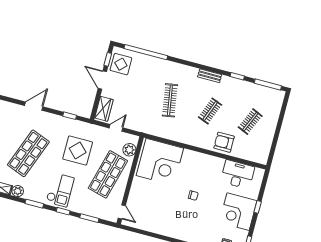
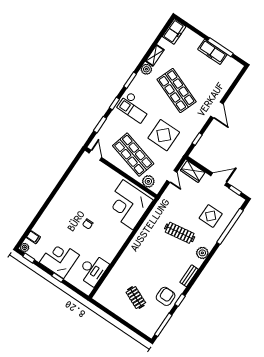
display table: (121, 64) -> (211, 216), moved
plant: (182, 71) -> (202, 253), added
clothes rail: (210, 111) -> (158, 265), removed
armchair: (224, 142) -> (166, 296), moved
door: (122, 212) -> (95, 155), swing flipped

